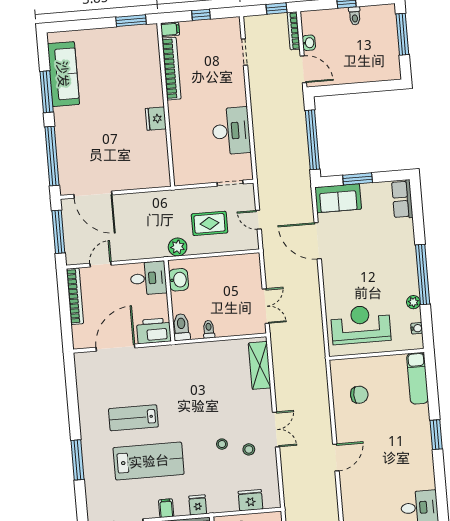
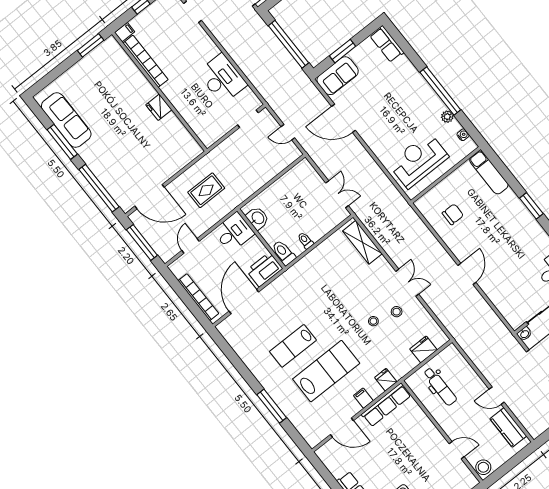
rug: (210, 223) -> (206, 190), moved
plant: (178, 247) -> (240, 194), removed
bookcase: (75, 296) -> (198, 297), moved

